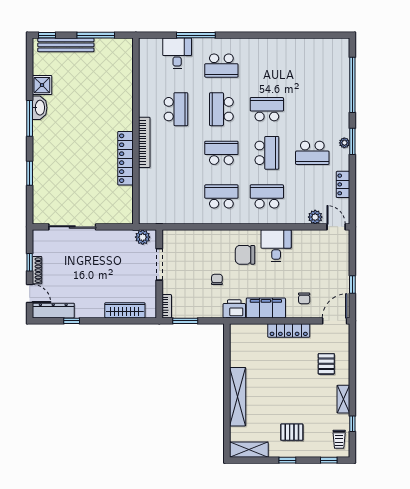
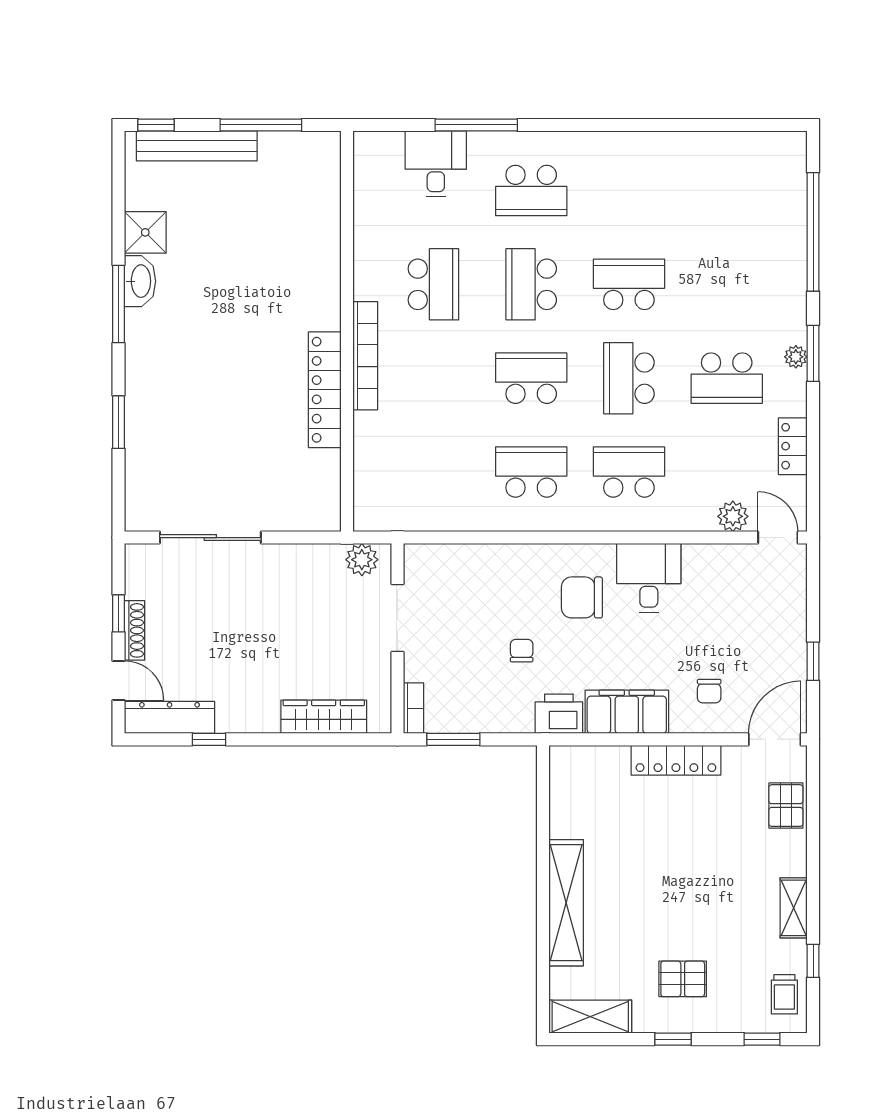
school desk: (267, 153) -> (629, 378), turned 180
pallet: (326, 364) -> (786, 806), moved

